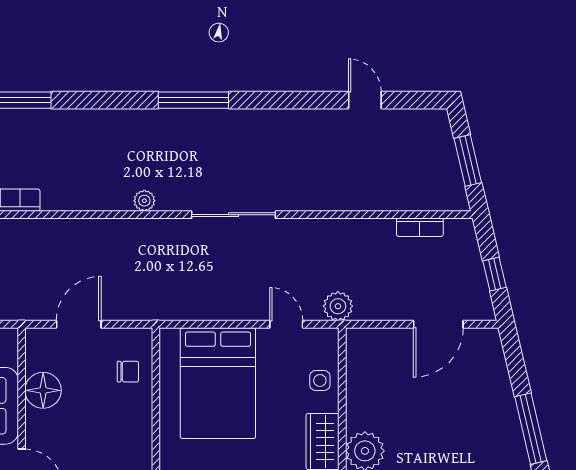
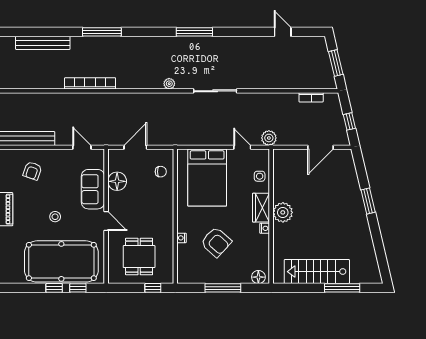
window: (531, 429) -> (368, 201), width x0.69

